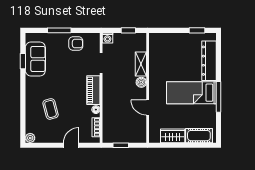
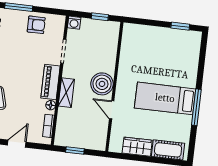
dresser: (209, 61) -> (190, 63), removed
shelving: (141, 64) -> (66, 93), moved
boiler: (141, 82) -> (102, 84), width x1.86, depth x1.86

